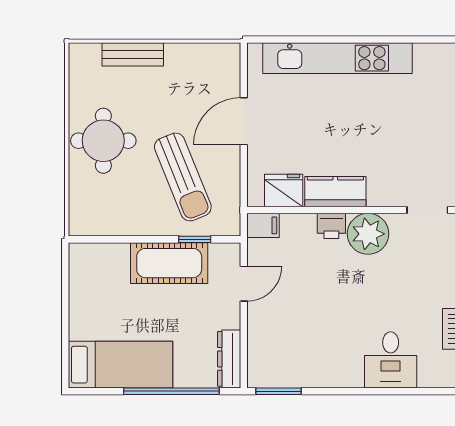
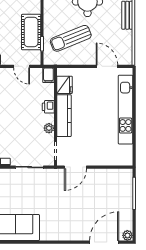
door: (244, 121) -> (107, 66), moved
kitchen counter: (335, 192) -> (64, 116), width x1.50
plant: (368, 234) -> (49, 128), width x0.53, depth x0.53

